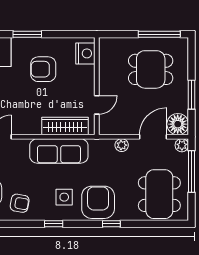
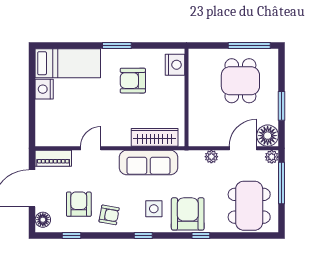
dining table: (151, 69) -> (240, 81), turned 90
door: (97, 105) -> (186, 116), removed

